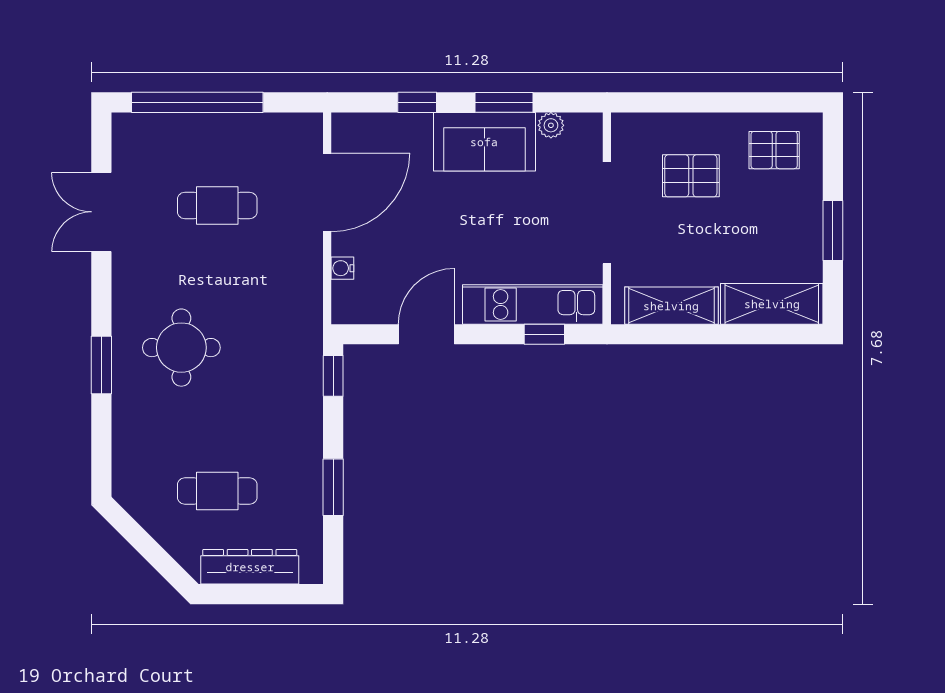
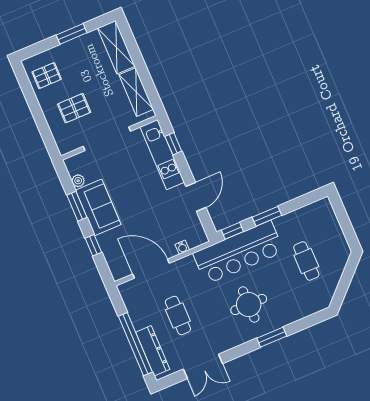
pallet: (774, 150) -> (47, 76), turned 90
pallet: (691, 176) -> (74, 108), turned 90
door: (426, 334) -> (196, 197), swing flipped
bar counter: (288, 370) -> (238, 252), added
window: (333, 487) -> (267, 216), moved
dresser: (250, 567) -> (153, 351), moved, turned 180

